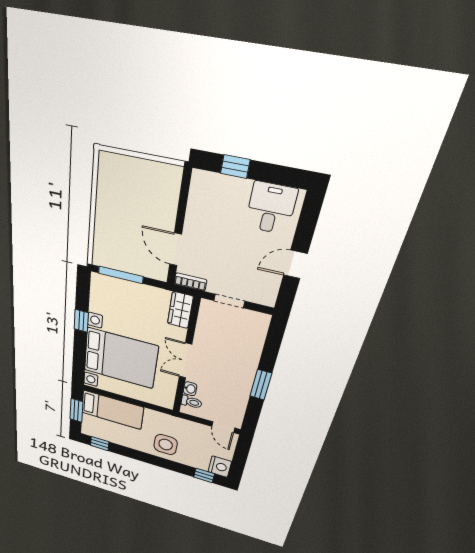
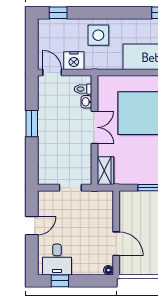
window: (235, 167) -> (60, 281), moved
floor lamp: (198, 177) -> (108, 270), added
door: (176, 249) -> (116, 244), moved
bookcase: (190, 282) -> (102, 195), removed
nightstand: (220, 467) -> (74, 61), moved, turned -90

